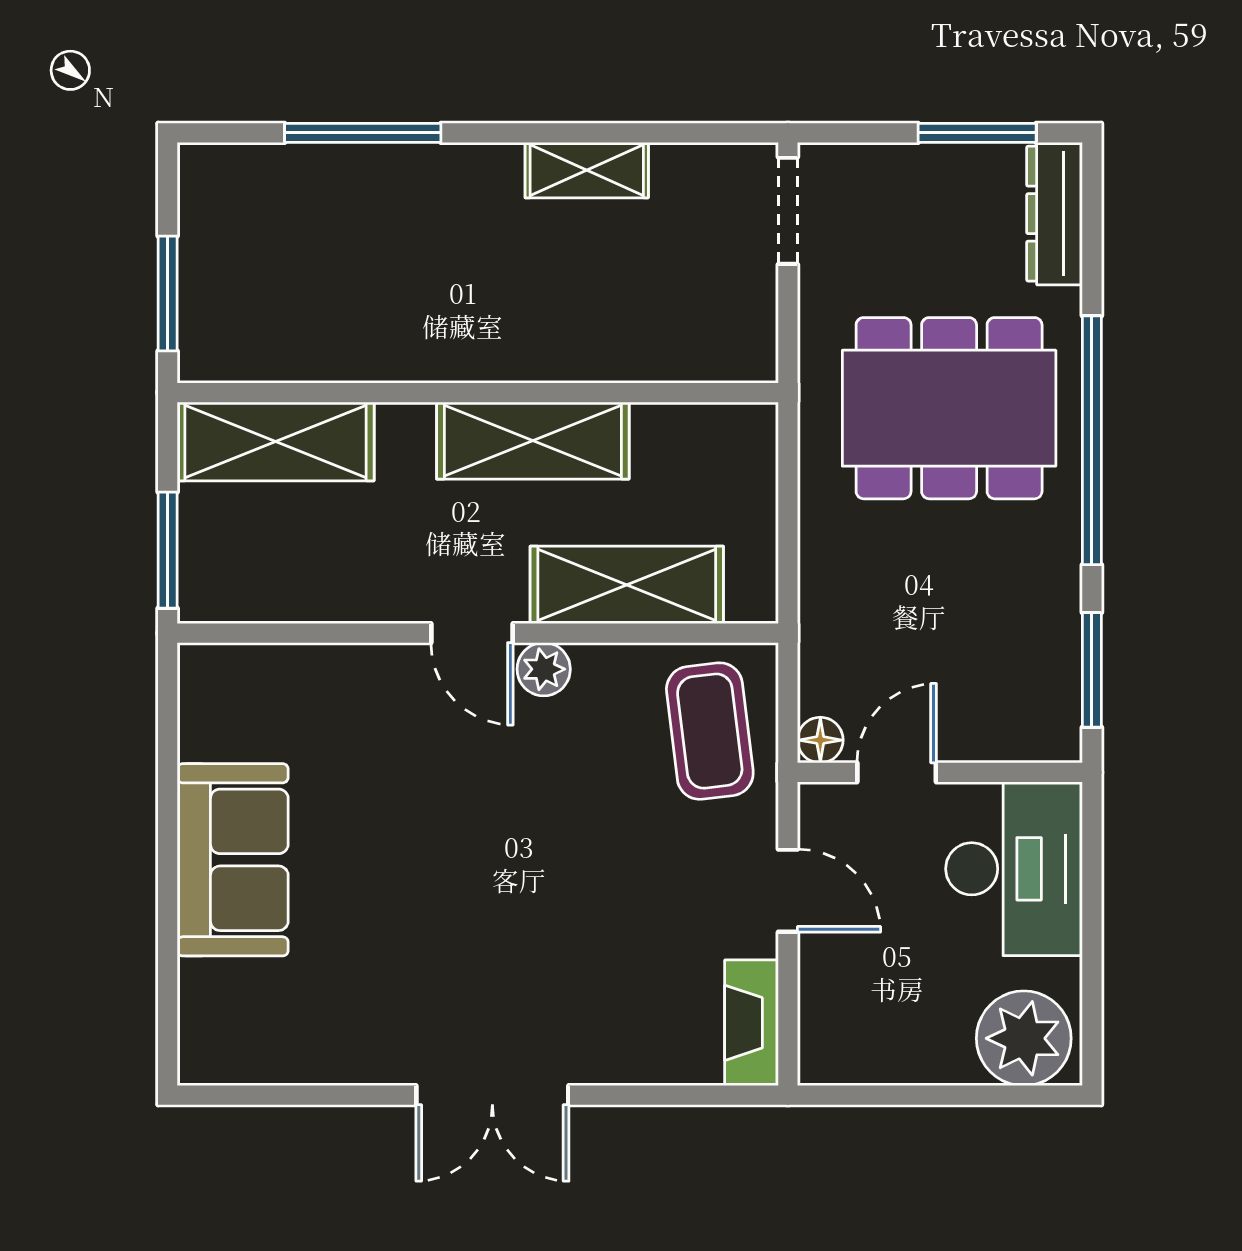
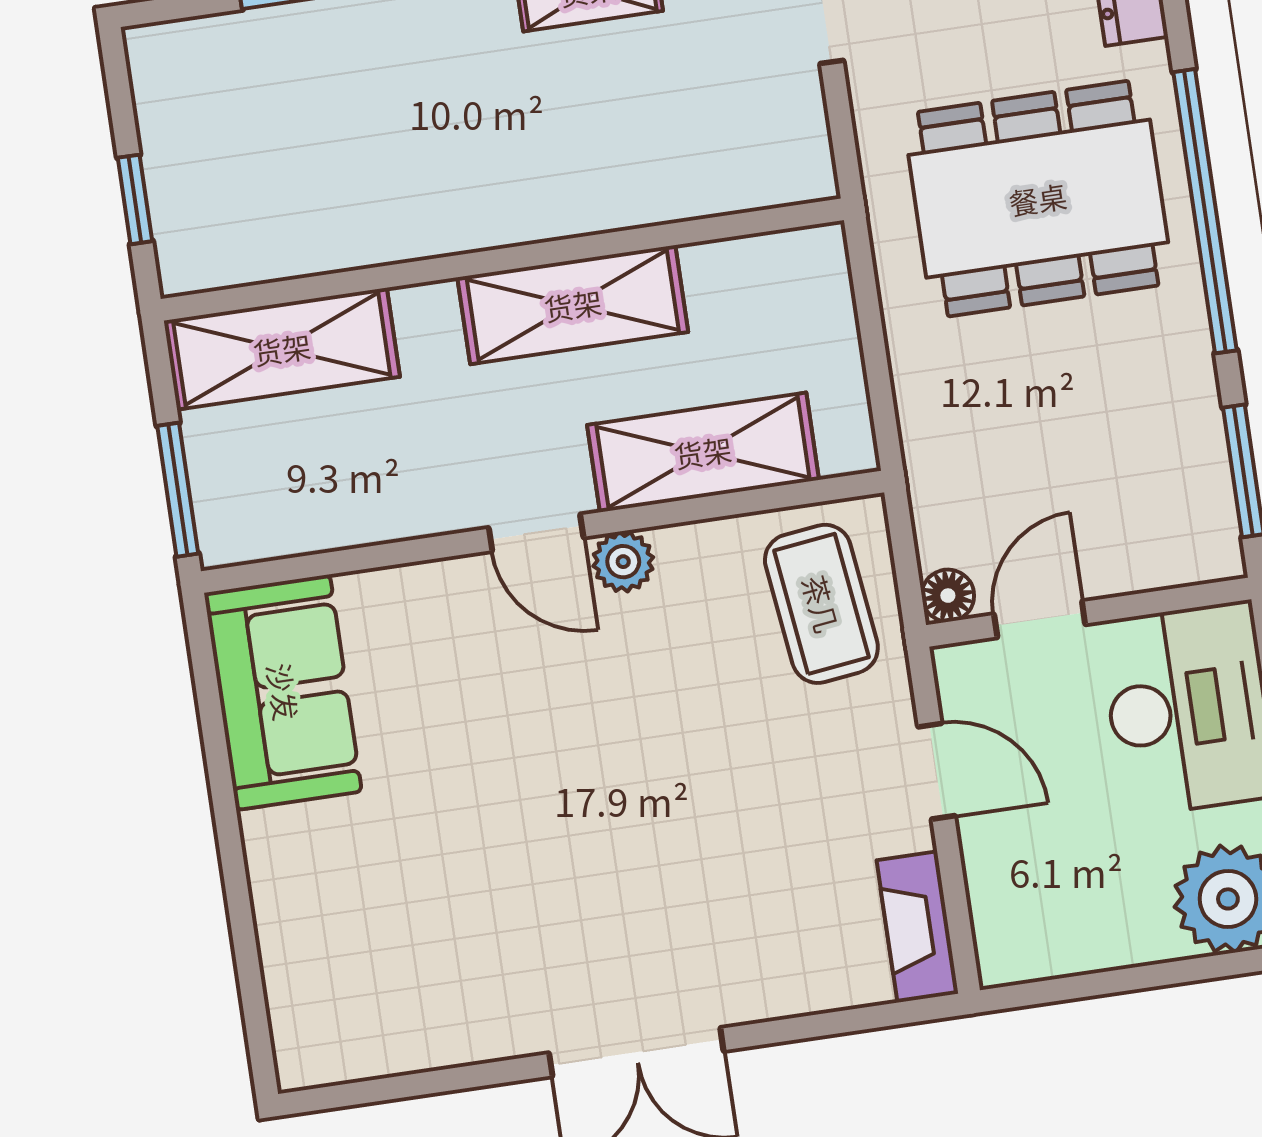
window: (168, 293) -> (135, 199), width x0.67
sofa: (233, 860) -> (283, 692), moved

